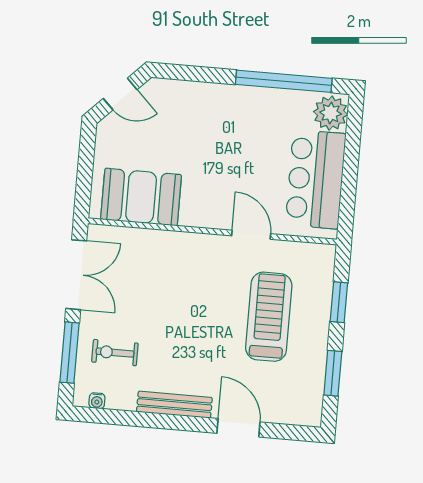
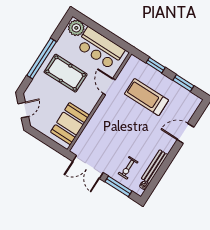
window: (284, 81) -> (42, 59), moved
pool table: (233, 138) -> (66, 73), added
door: (251, 235) -> (109, 87), hinge flipped
double door: (76, 275) -> (88, 167), swing flipped
bench: (174, 405) -> (155, 167), moved

